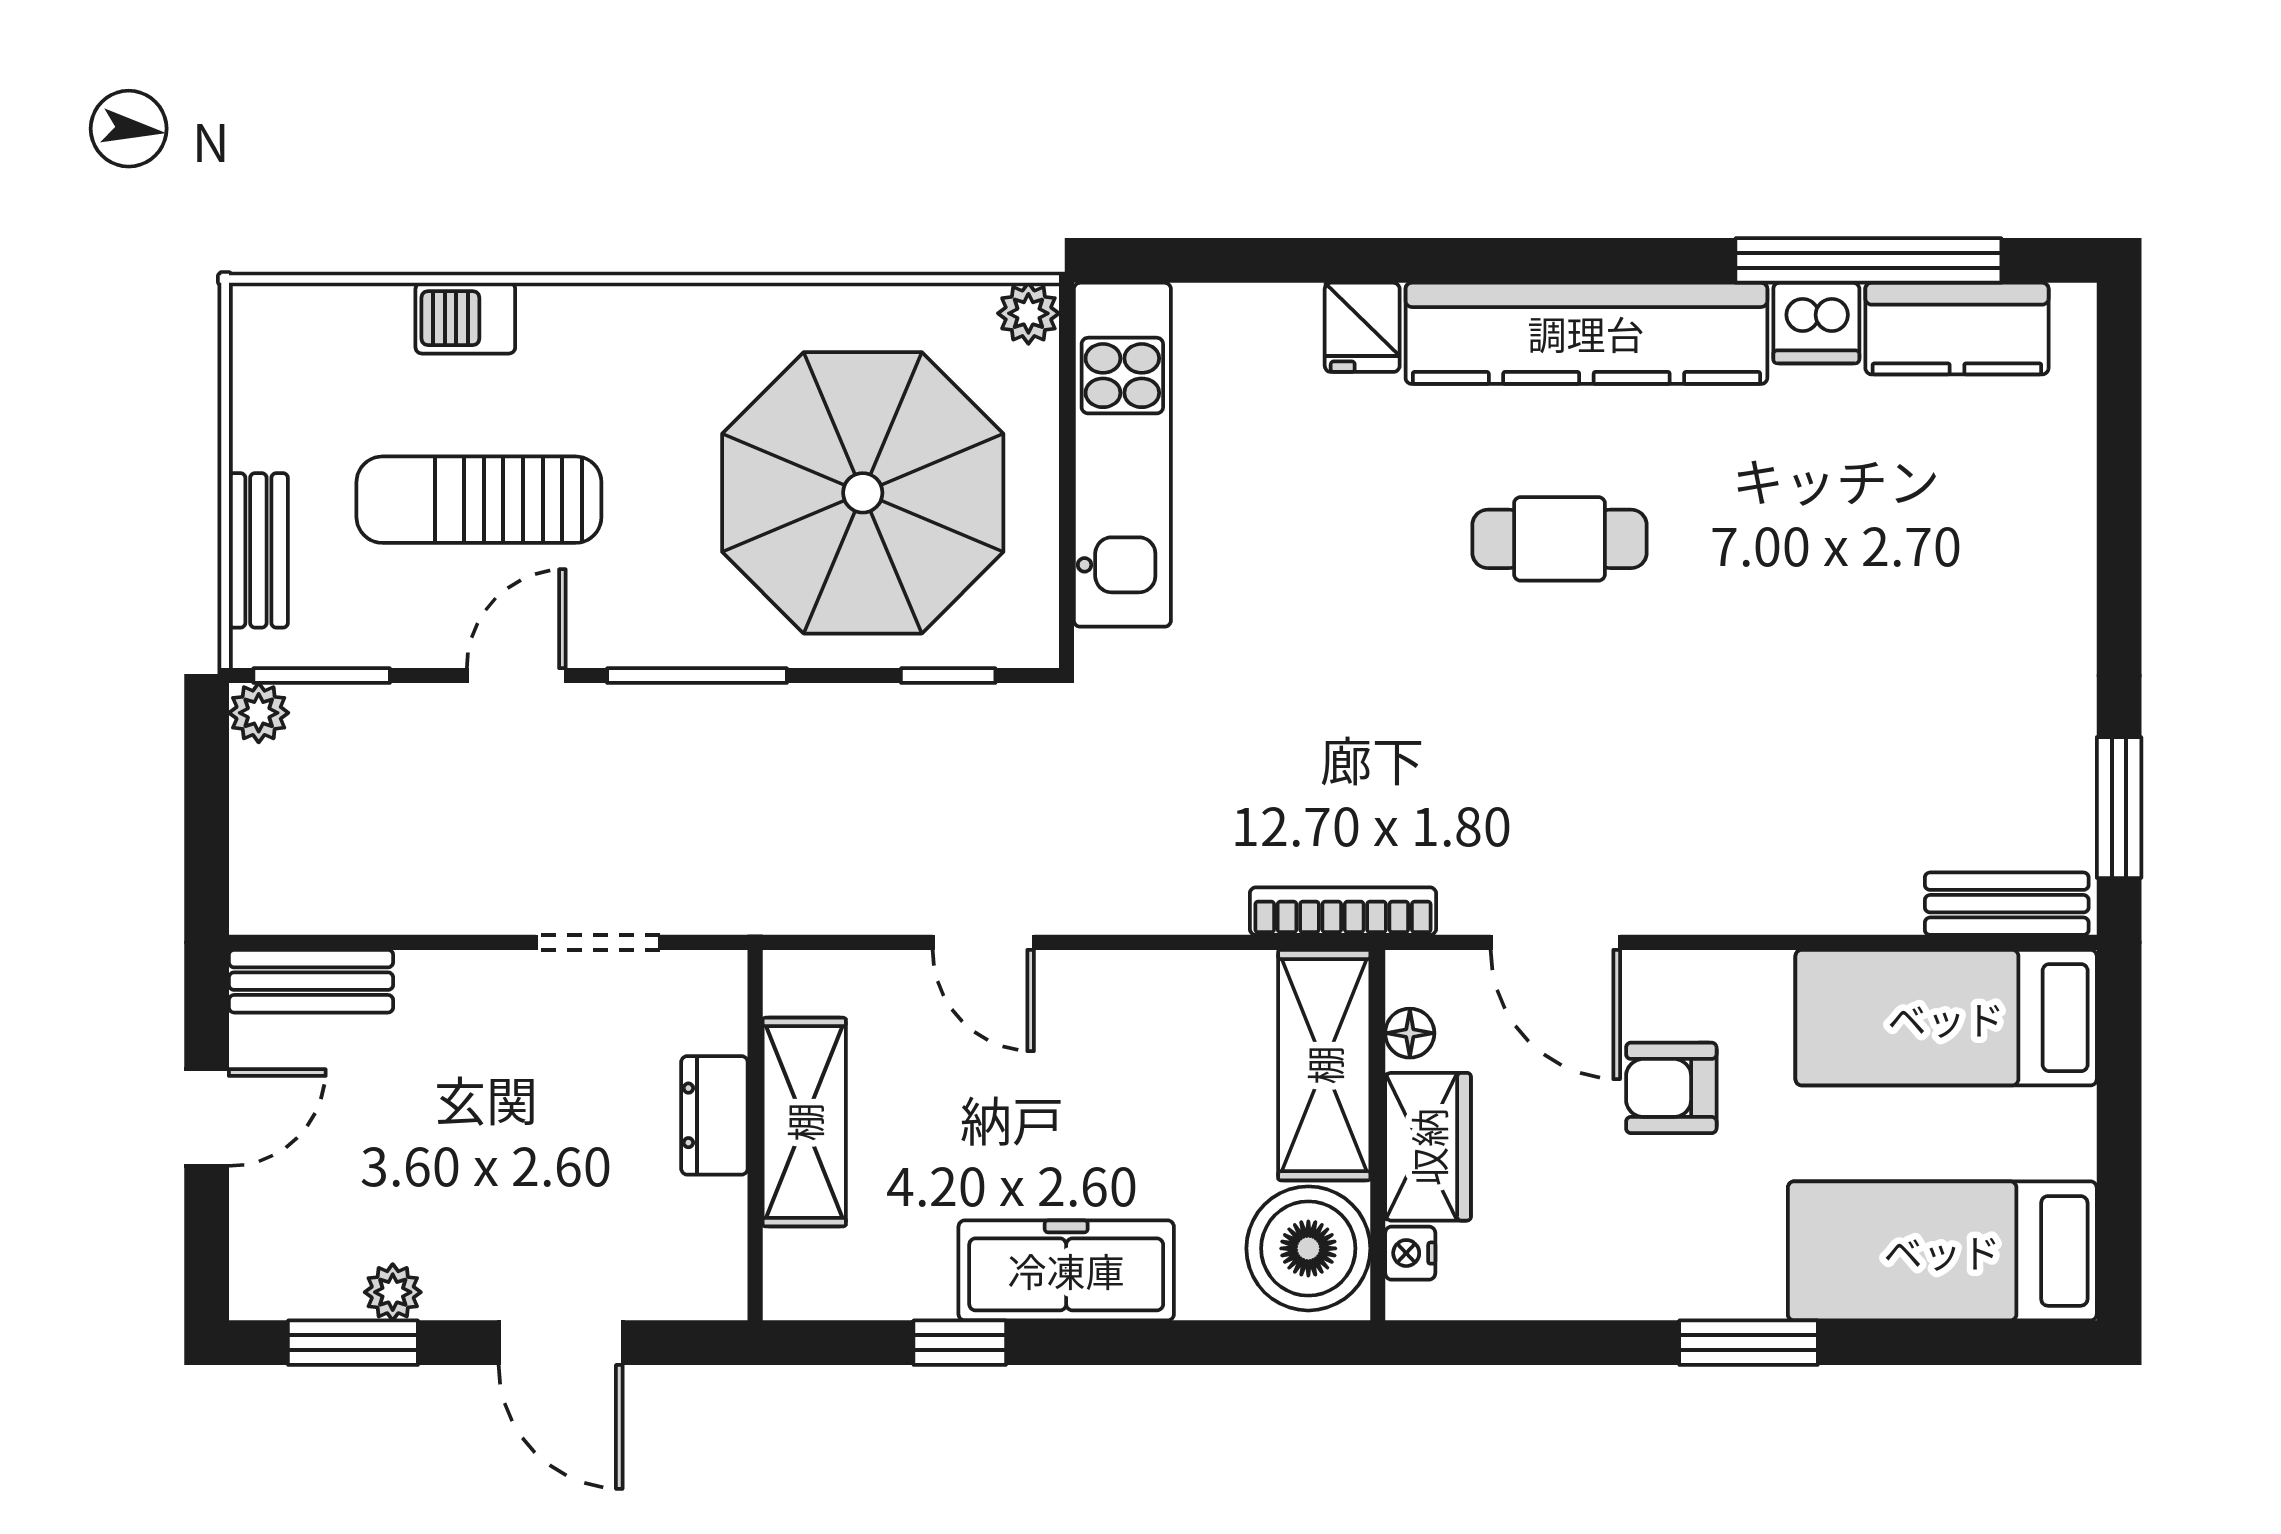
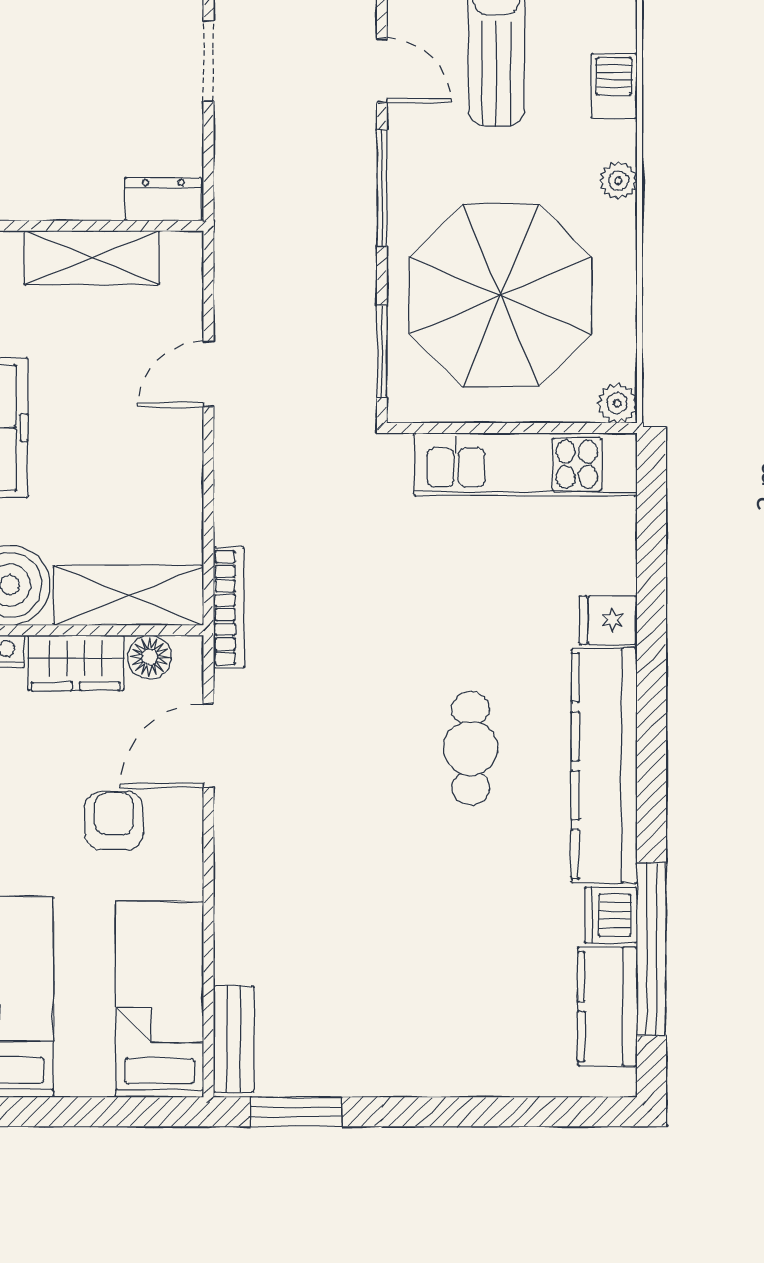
plant: (686, 312) -> (618, 181), added
barbecue: (465, 318) -> (614, 86), moved
window: (948, 676) -> (382, 351), width x1.50
doorway: (598, 942) -> (208, 61), moved
floor lamp: (1410, 1033) -> (150, 657), width x1.37, depth x1.37
dresser: (714, 1115) -> (163, 199), moved

